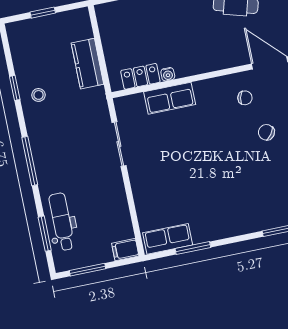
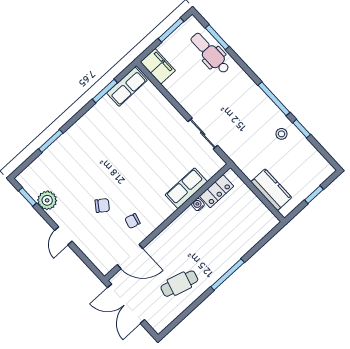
kitchen counter: (87, 64) -> (271, 190), moved
window: (30, 161) -> (274, 99), moved
dental chair: (62, 222) -> (210, 53), turned 180
filing cabinet: (125, 250) -> (158, 66), width x2.00

